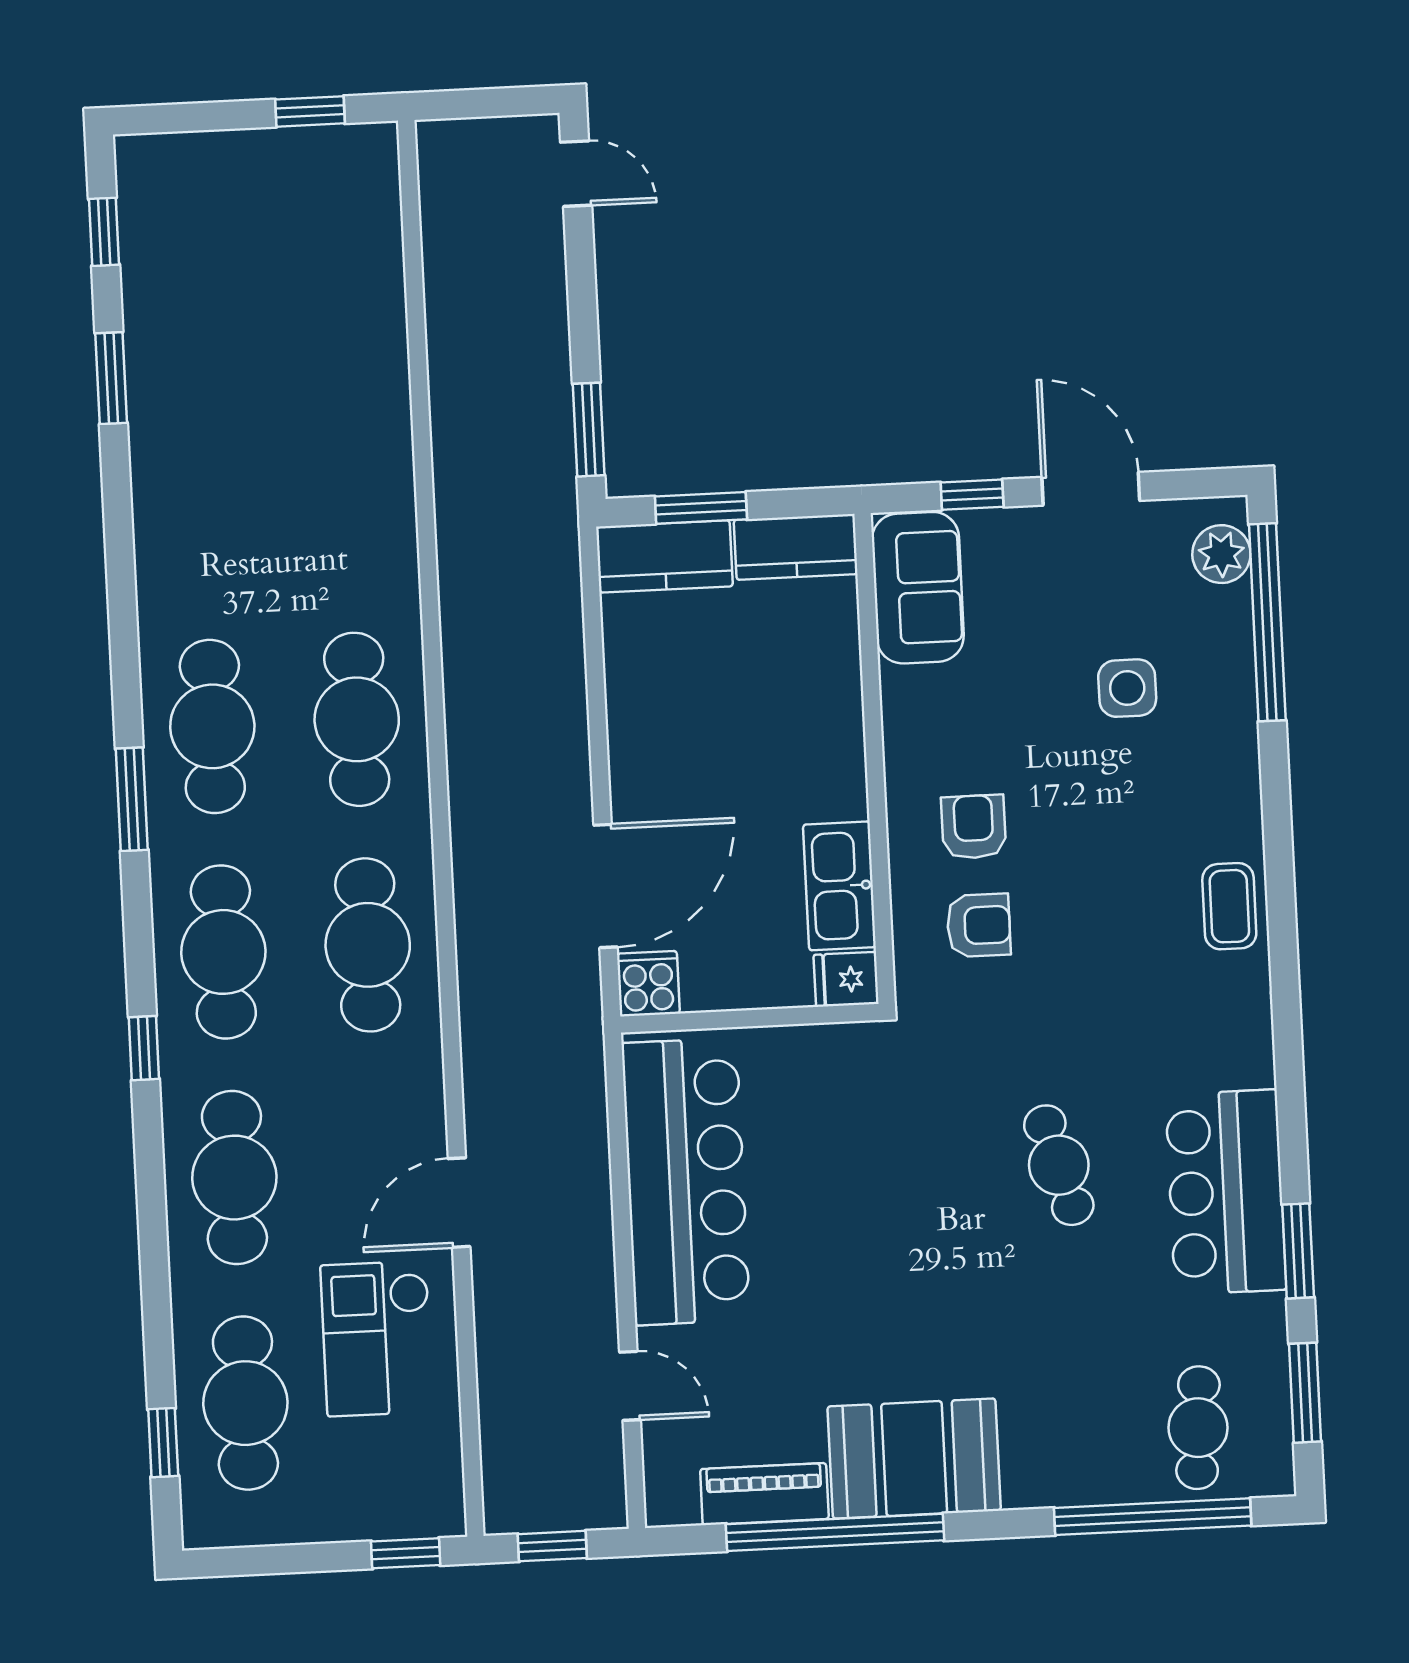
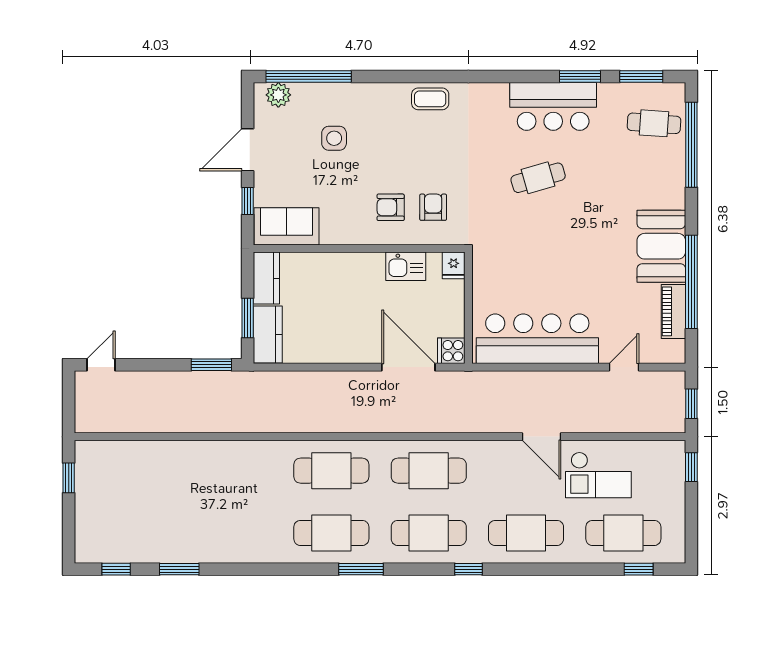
kitchen sink: (839, 886) -> (406, 266), width x0.73

